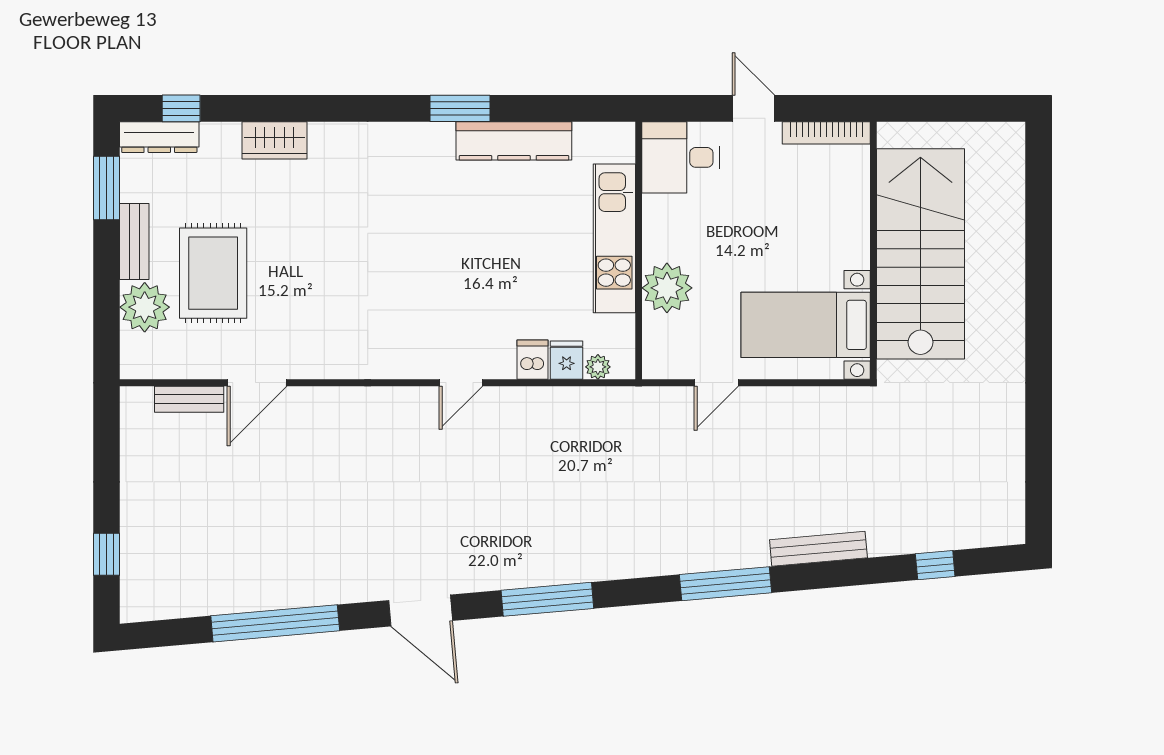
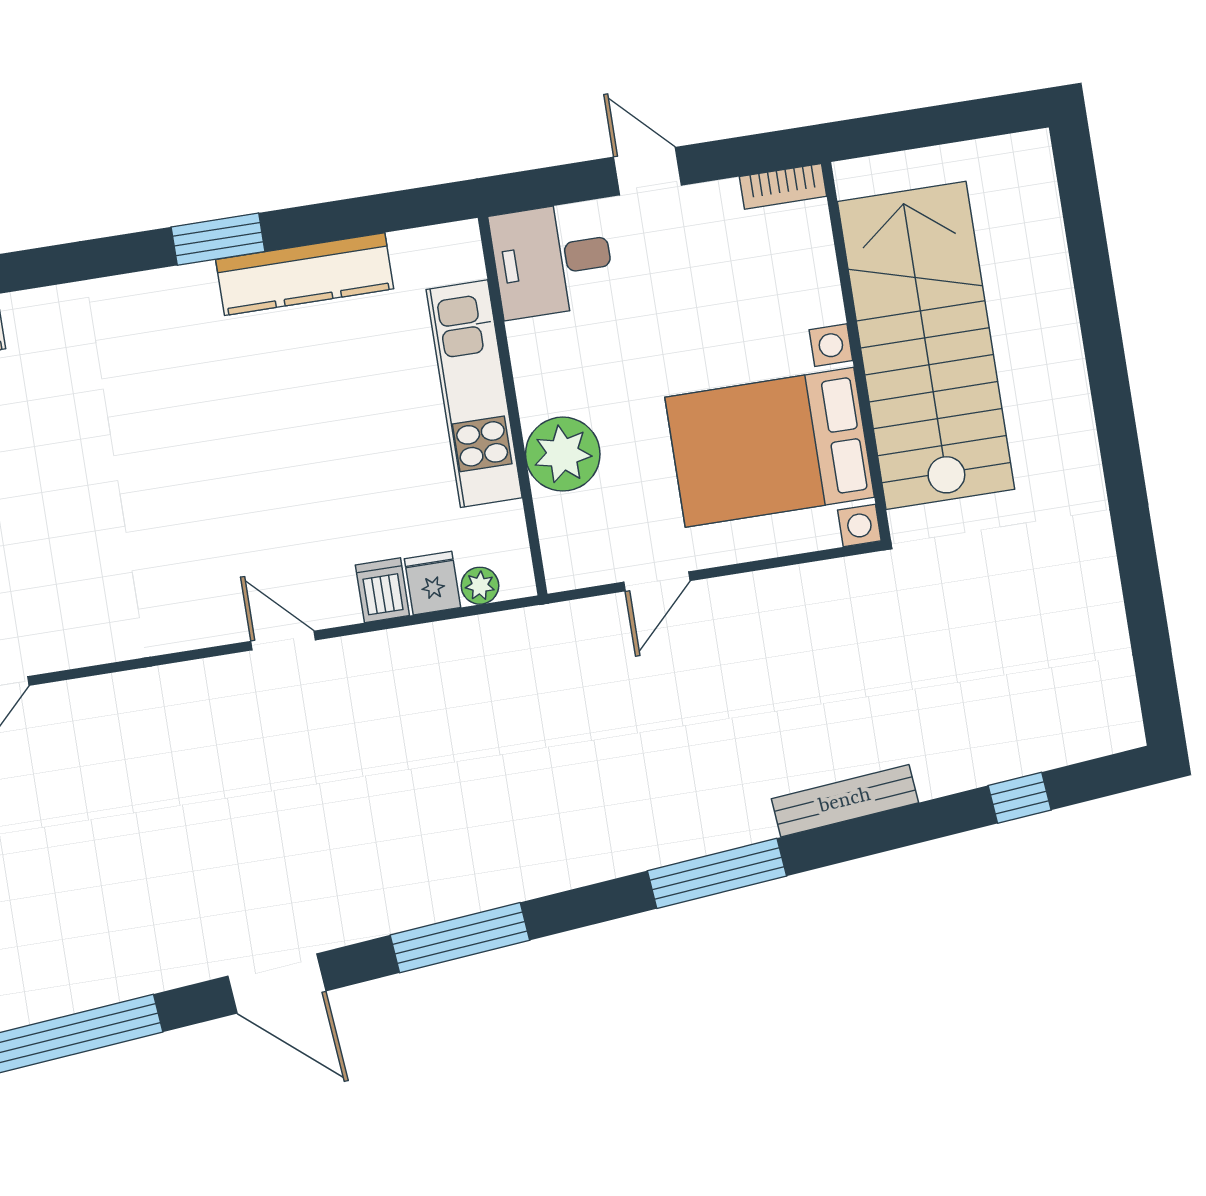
bookcase: (826, 133) -> (783, 186), width x0.64
bed with nightstands: (806, 325) -> (770, 447), width x1.36
door: (461, 383) -> (283, 641), swing flipped

